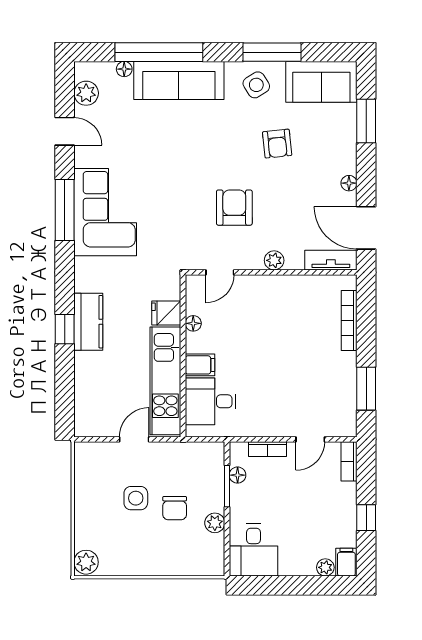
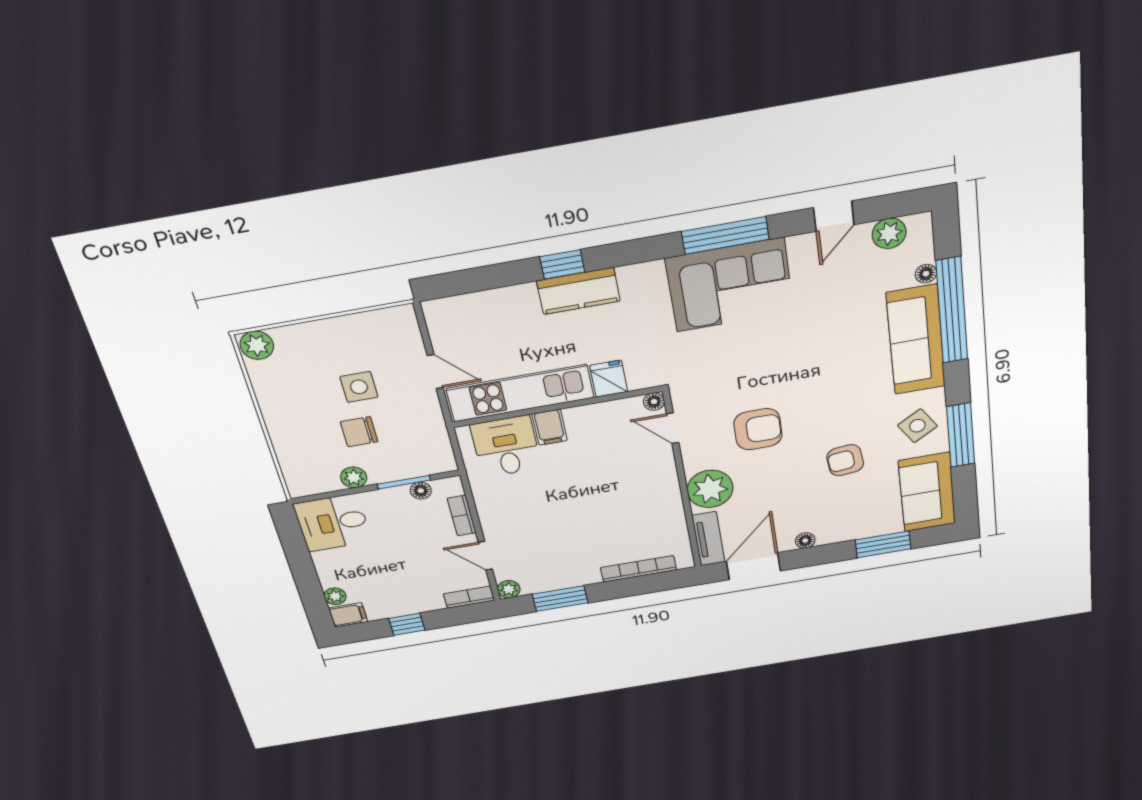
plant: (274, 260) -> (710, 489), width x1.88, depth x1.88
floor lamp: (193, 323) -> (654, 402), moved
plant: (348, 428) -> (509, 589), added

